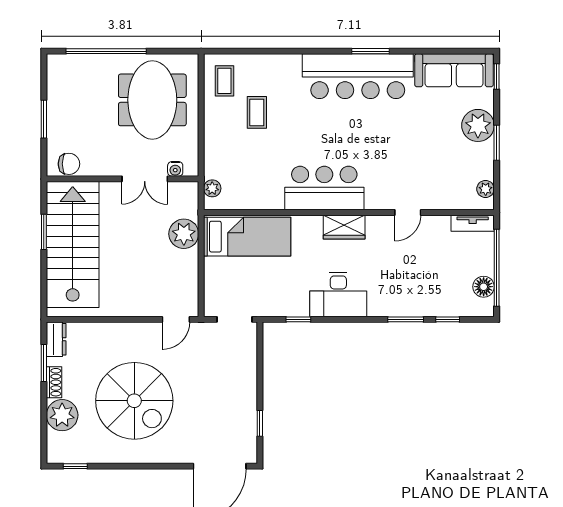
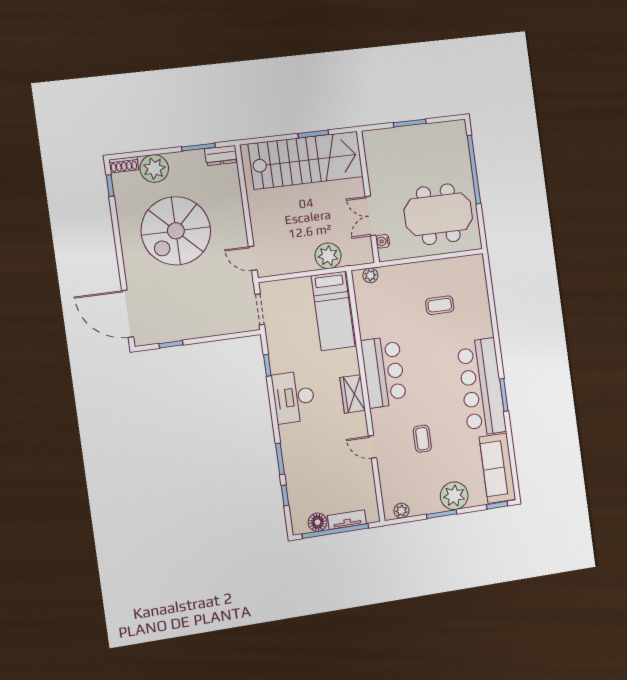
coffee table: (224, 81) -> (422, 439), moved, turned 90
chair: (69, 164) -> (375, 149), removed
tv unit: (473, 223) -> (347, 520), moved, turned 90
shoe rack: (54, 382) -> (124, 165), moved

